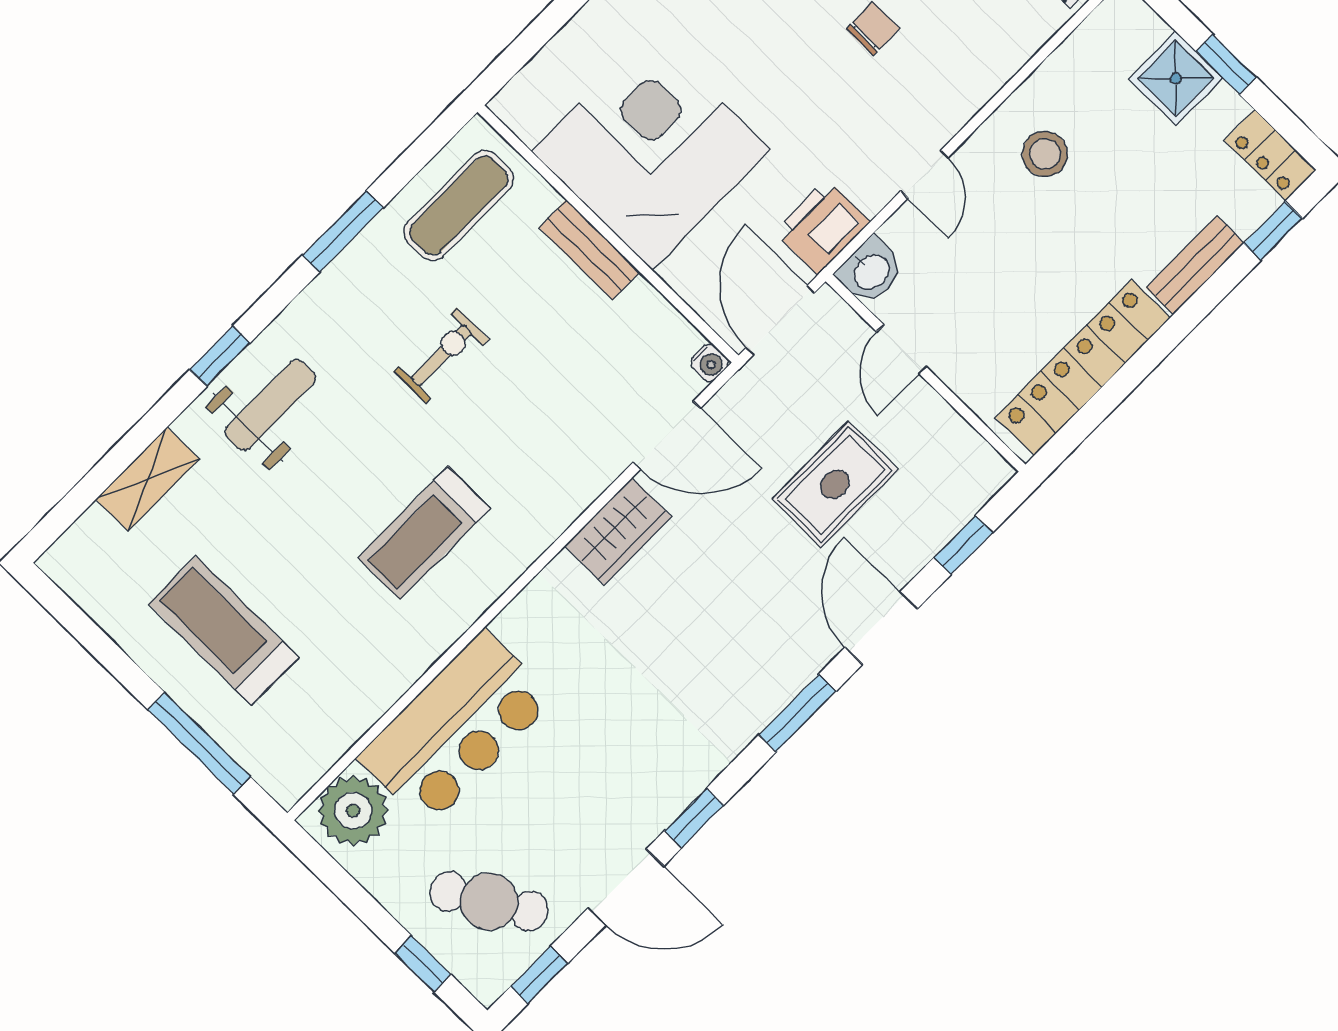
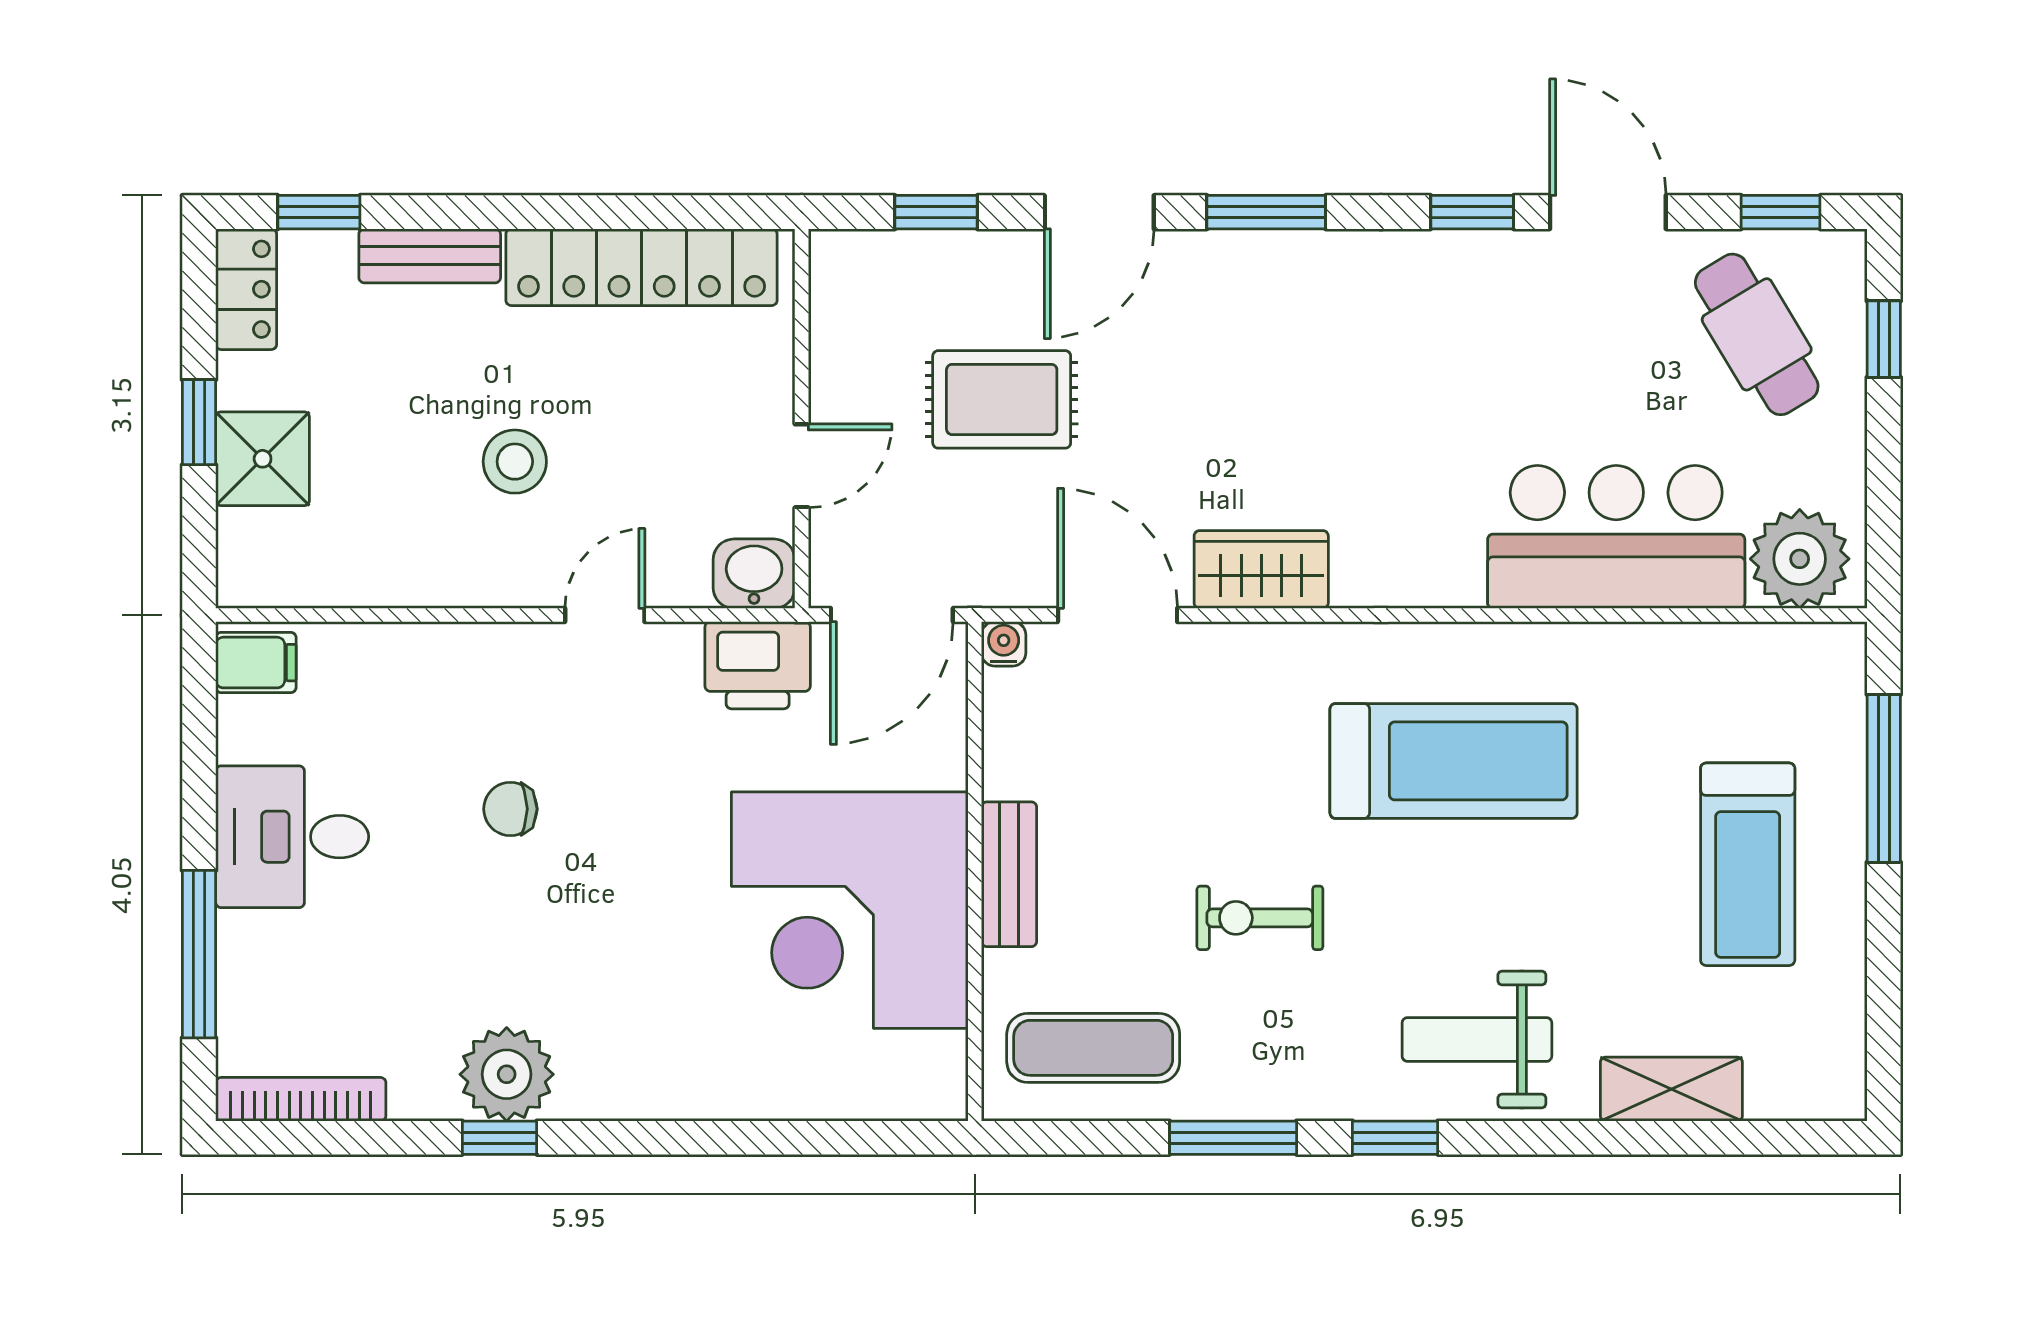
stool: (1045, 154) -> (515, 462), moved
window: (220, 356) -> (1395, 1138), moved
treadmill: (424, 533) -> (1454, 761), width x1.37, depth x1.38

